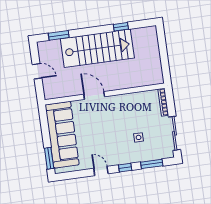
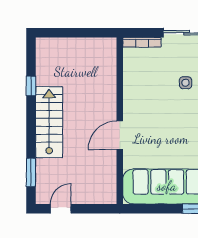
stairs: (97, 48) -> (49, 122), width x0.73, depth x0.66
door: (37, 71) -> (61, 209), moved

